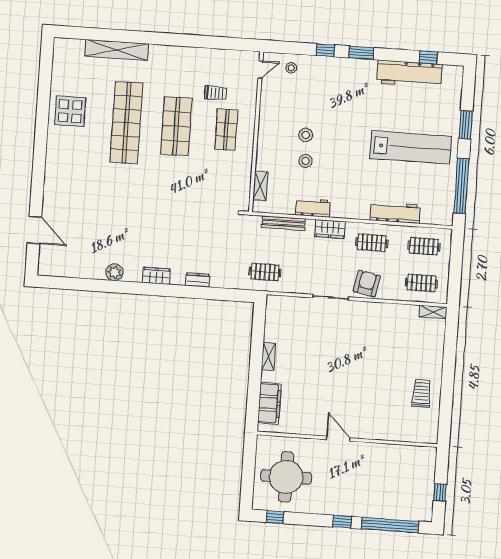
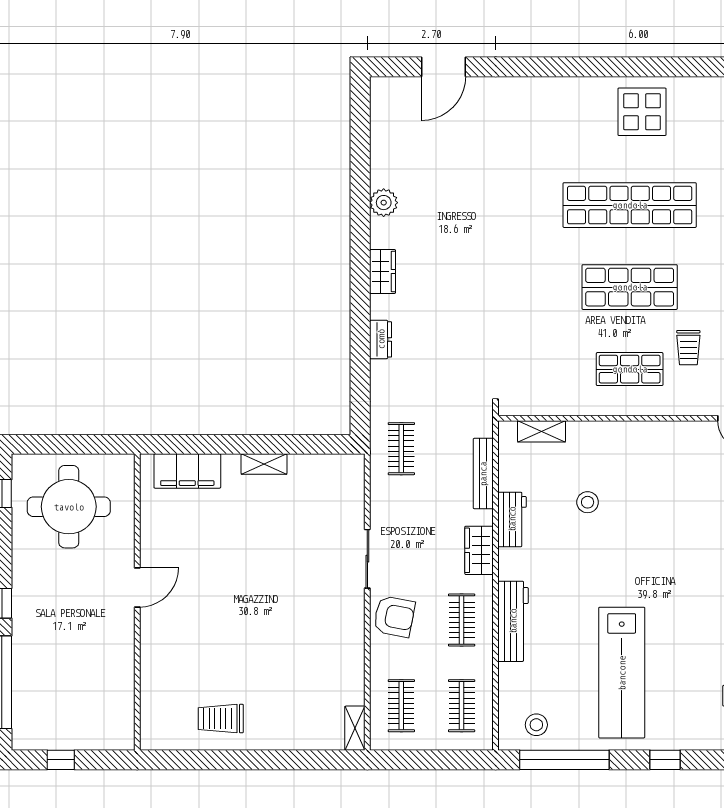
window: (466, 125) -> (665, 760), width x0.67
stool: (306, 135) -> (536, 725), moved
workbench: (395, 213) -> (513, 621), moved
trolley: (422, 393) -> (221, 719), turned 180

